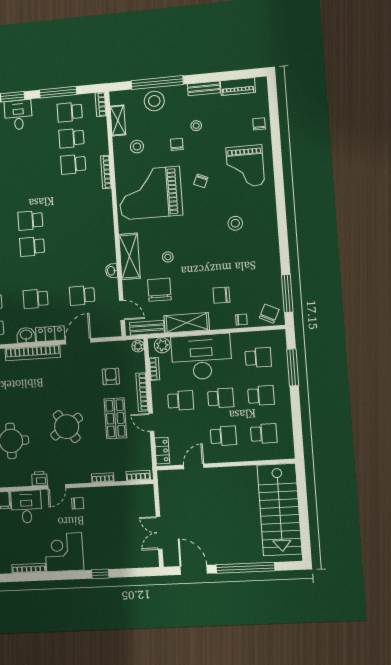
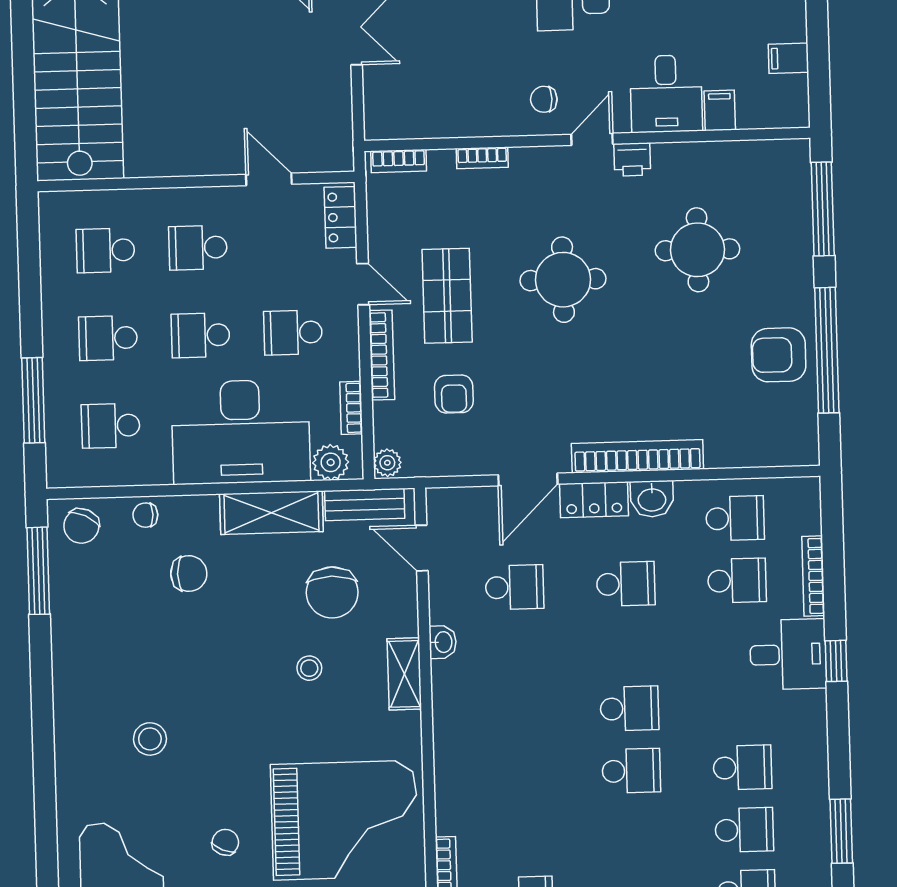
shelving: (129, 256) -> (404, 674), width x0.67, depth x0.75
round table: (67, 427) -> (563, 280), turned 34
door: (194, 466) -> (269, 179), swing flipped

